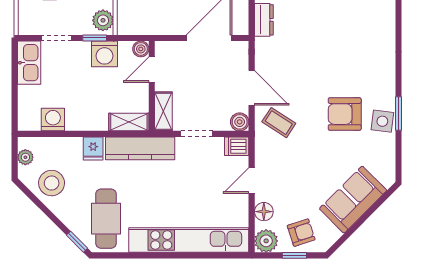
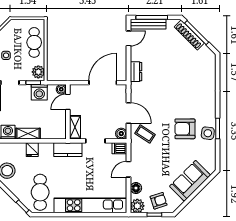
shelving: (129, 122) -> (28, 134), moved
kitchen counter: (140, 148) -> (68, 150), width x0.67

